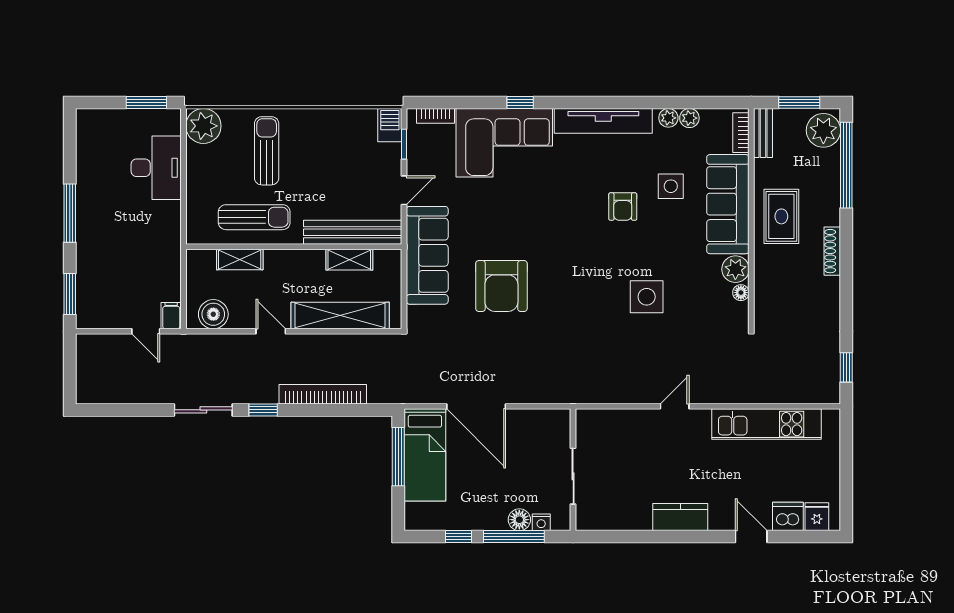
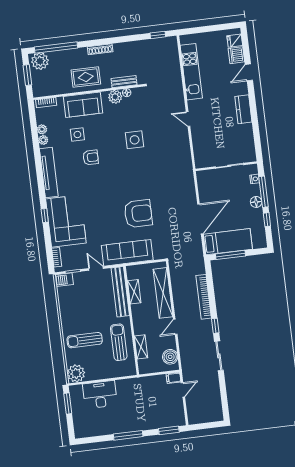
bench: (763, 133) -> (124, 82), moved
sofa: (728, 204) -> (83, 105), width x0.73
floor lamp: (519, 520) -> (256, 202), moved

